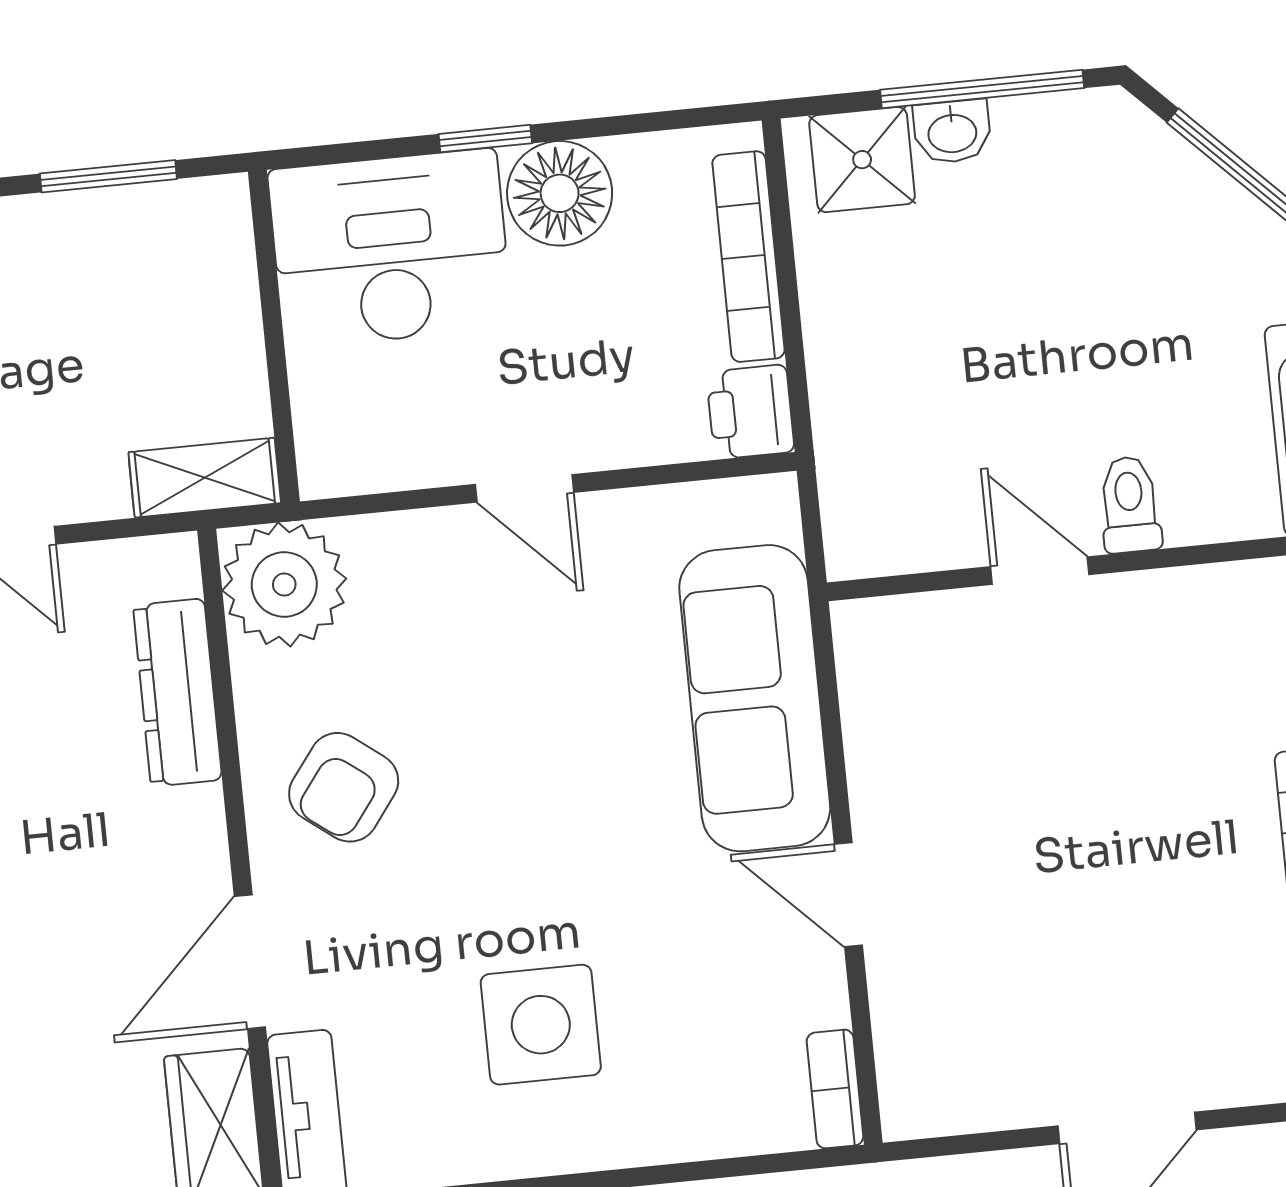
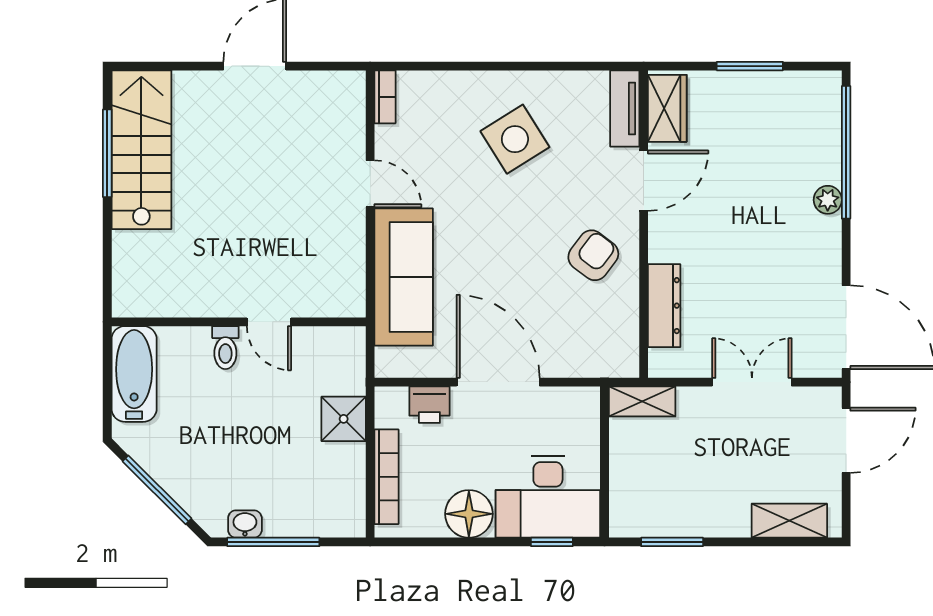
washbasin: (952, 132) -> (245, 524), moved
window: (485, 139) -> (552, 542), moved
shower: (862, 160) -> (344, 419), moved
printer: (750, 412) -> (429, 405), moved, turned 90
door: (524, 488) -> (498, 382), width x1.88
plant: (284, 584) -> (611, 350), removed
side table: (541, 1025) -> (515, 139), turned -32

